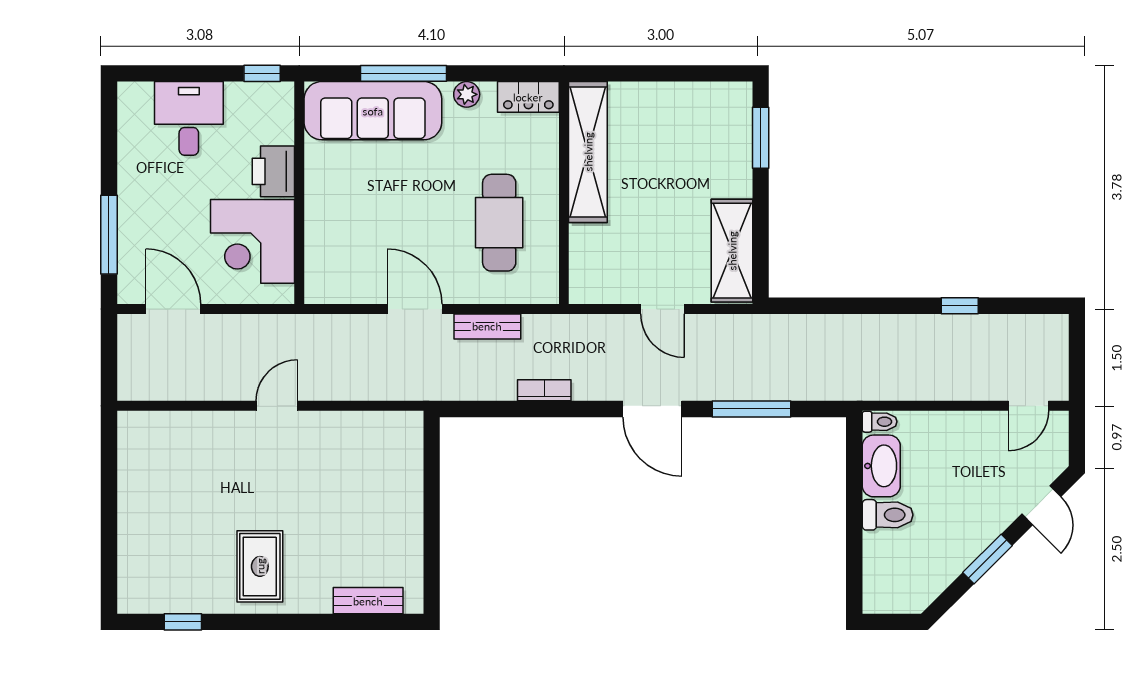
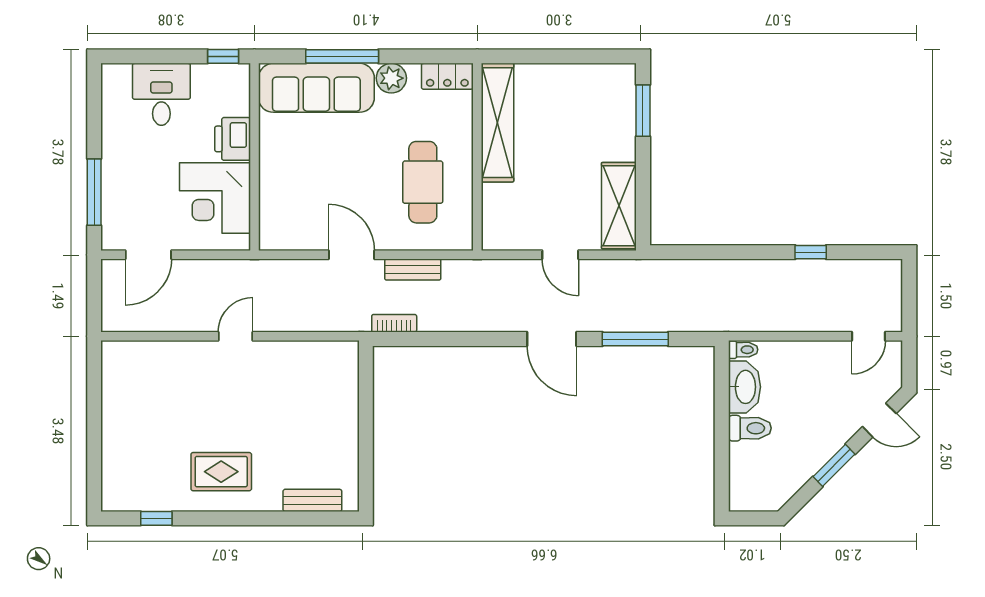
plant: (467, 94) -> (391, 78), width x1.38, depth x1.38
door: (173, 309) -> (148, 255), swing flipped
bookcase: (544, 390) -> (394, 323), moved
door: (1041, 505) -> (879, 420), hinge flipped
rug: (260, 566) -> (221, 472), turned 90

